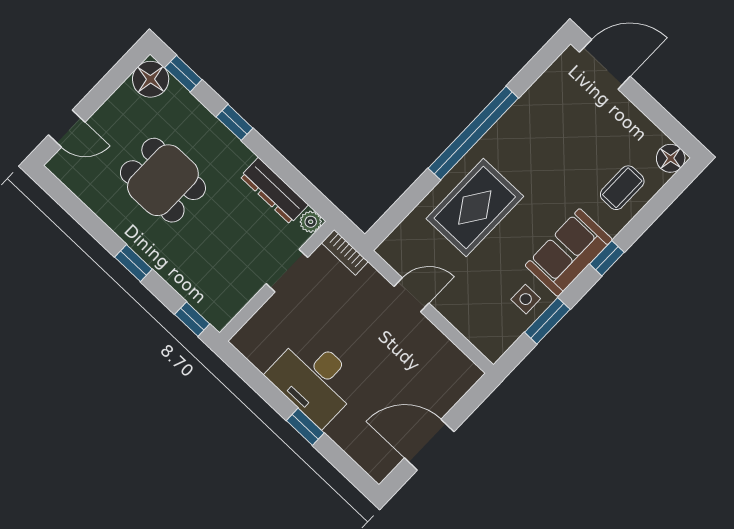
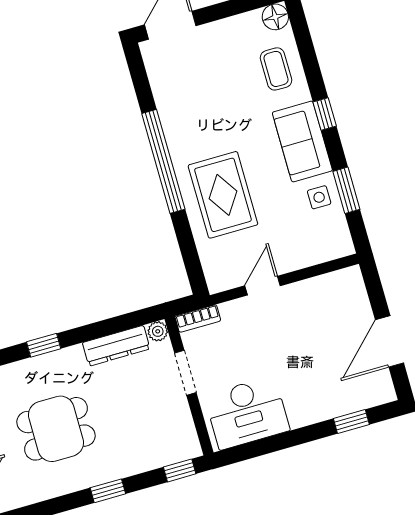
desk: (314, 380) -> (247, 413), moved
window: (305, 427) -> (351, 421), moved

